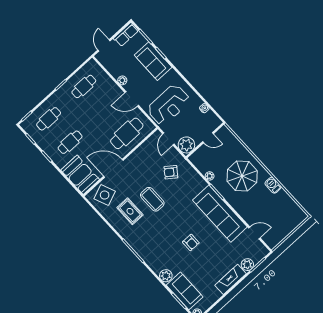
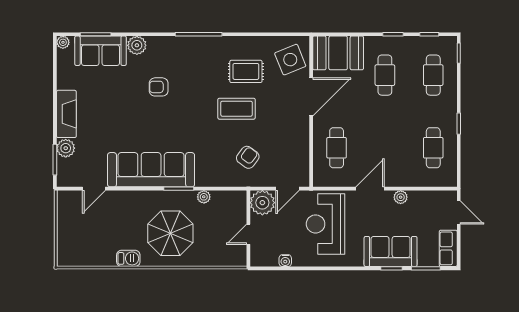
cafe table: (127, 133) -> (337, 148), width x0.73, depth x0.74
door: (168, 139) -> (287, 189), swing flipped
armchair: (191, 242) -> (159, 87), moved

